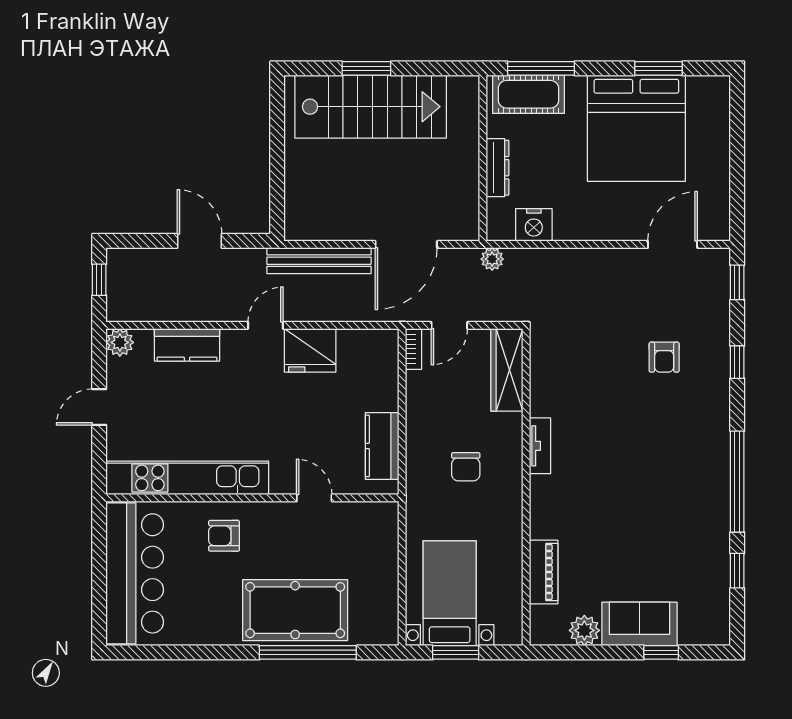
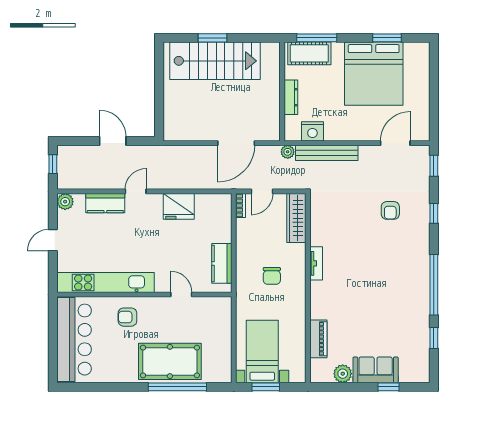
bench: (319, 261) -> (327, 153), moved
door: (266, 325) -> (136, 191), moved

